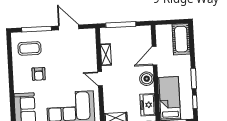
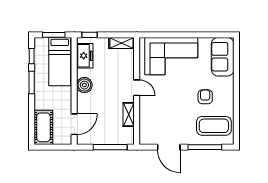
coffee table: (29, 48) -> (214, 126), width x1.36, depth x1.32
door: (155, 56) -> (74, 124), moved

